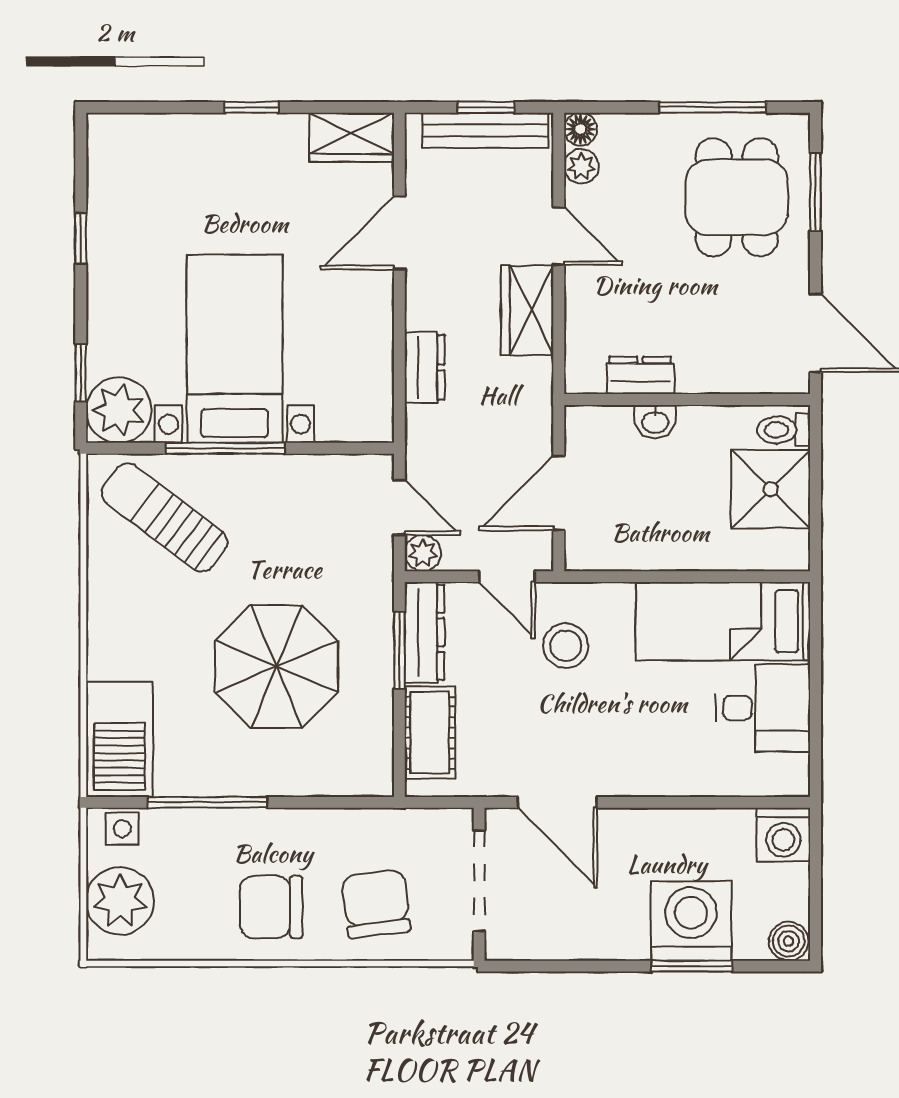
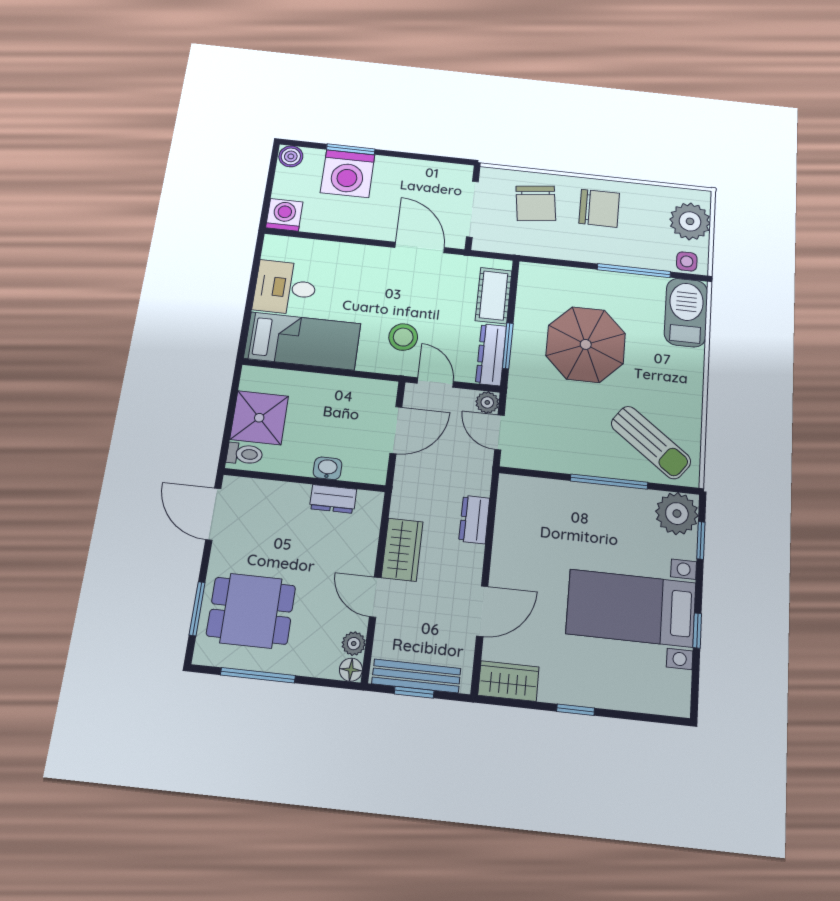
dining table: (737, 197) -> (251, 611), turned 90
bed with nightstands: (235, 349) -> (631, 608), moved, turned 90

